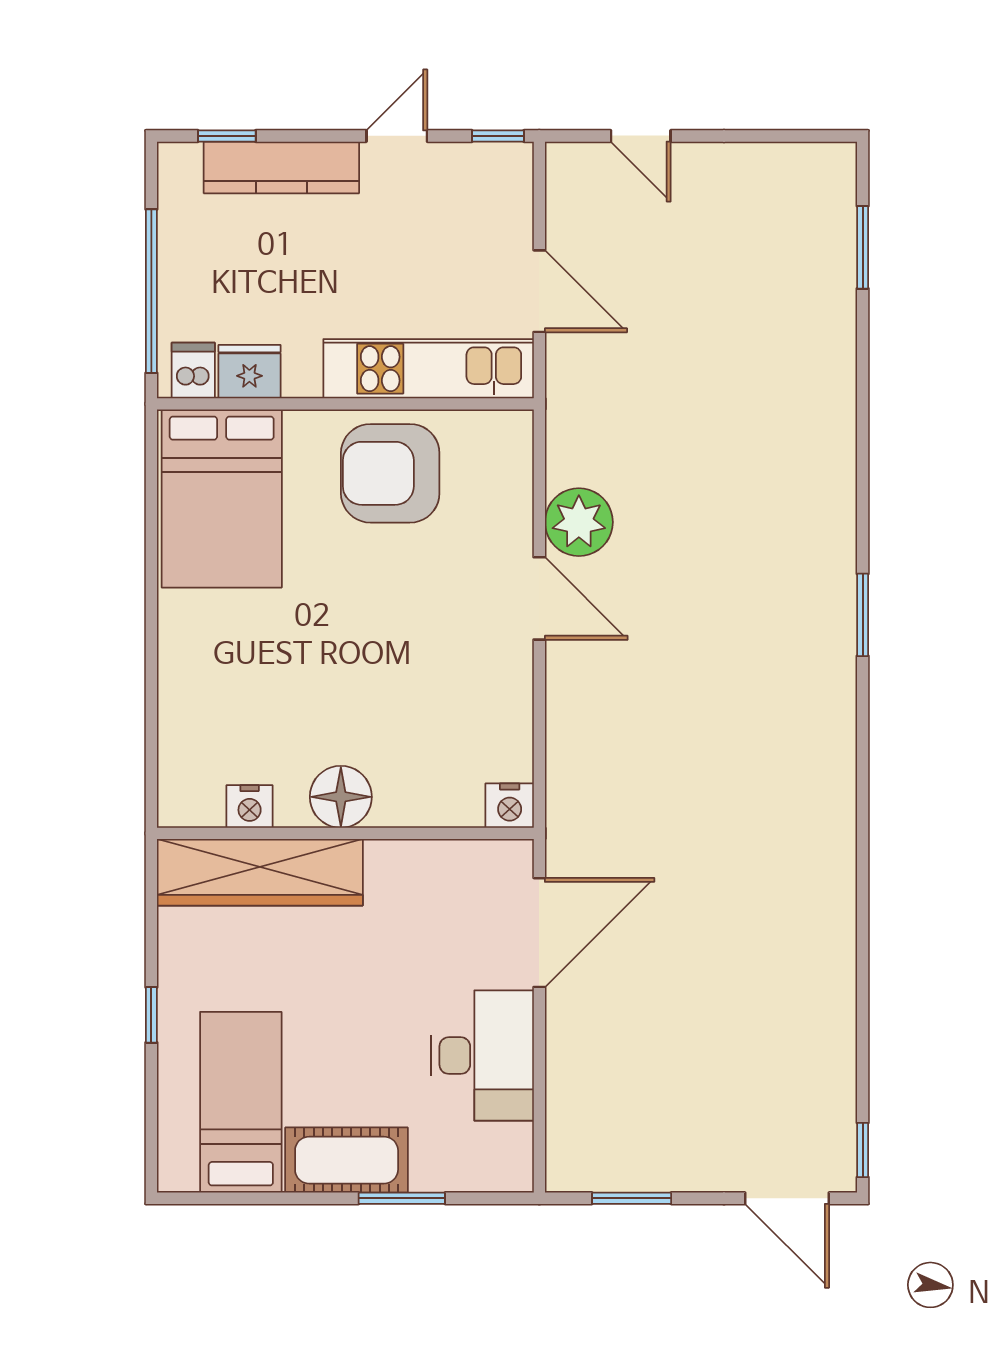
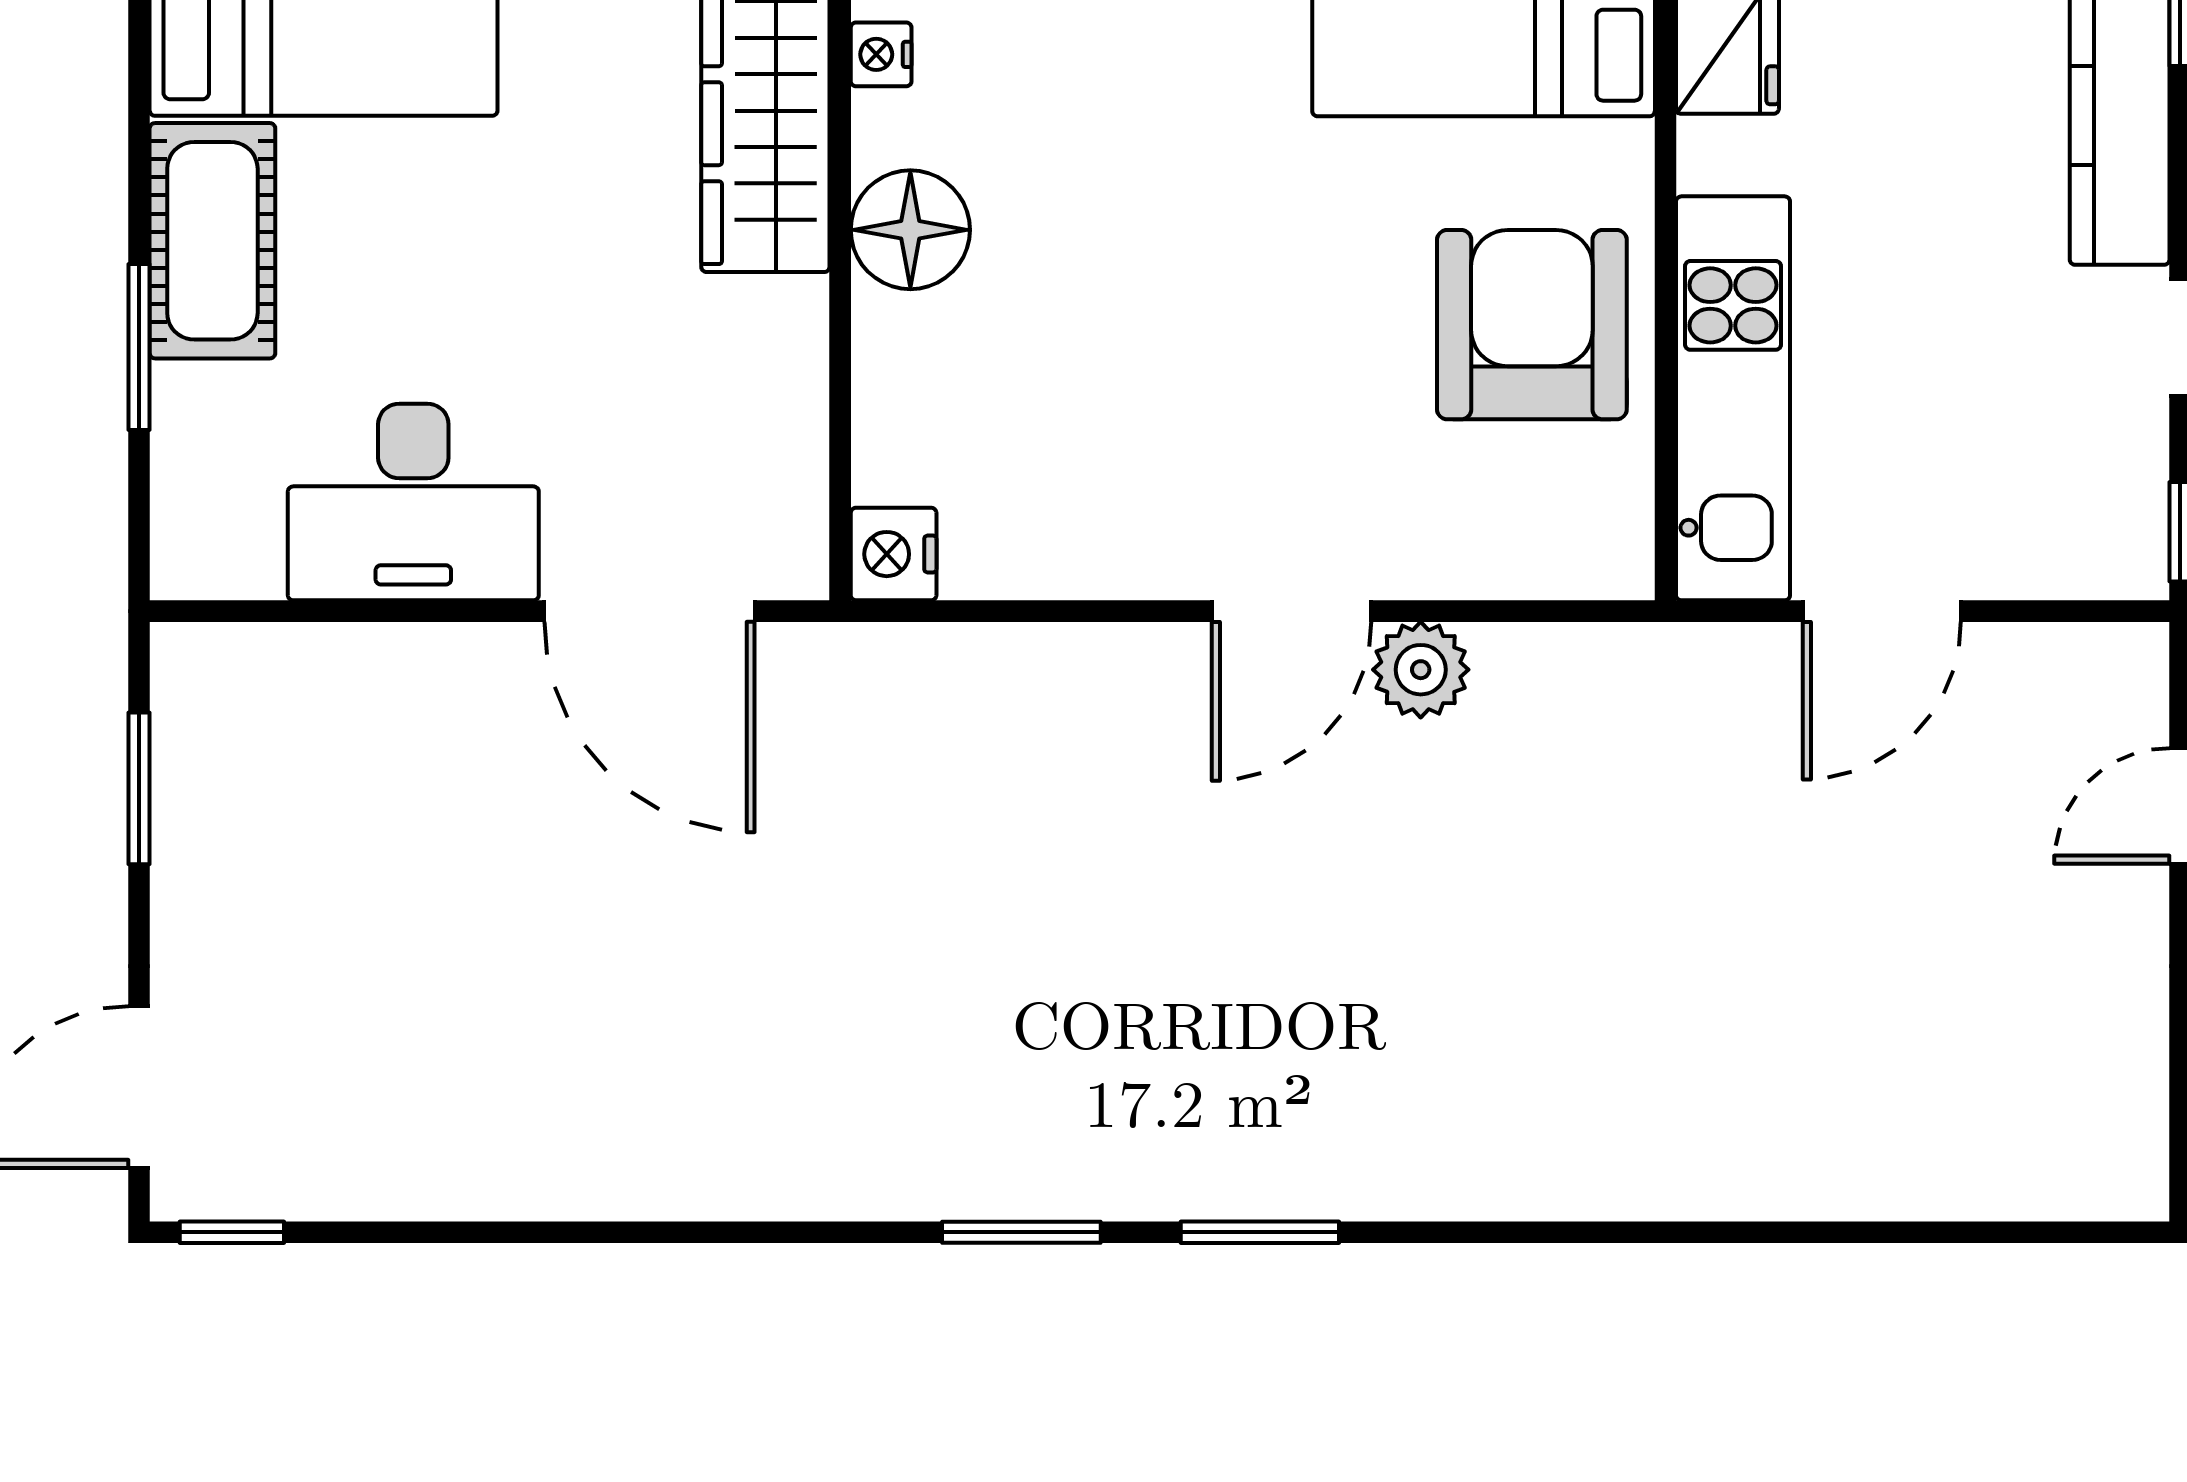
window: (863, 247) -> (1021, 1232), moved
plant: (579, 522) -> (1421, 670), width x0.73, depth x0.73
nightstand: (250, 806) -> (881, 54), width x0.72, depth x0.74

